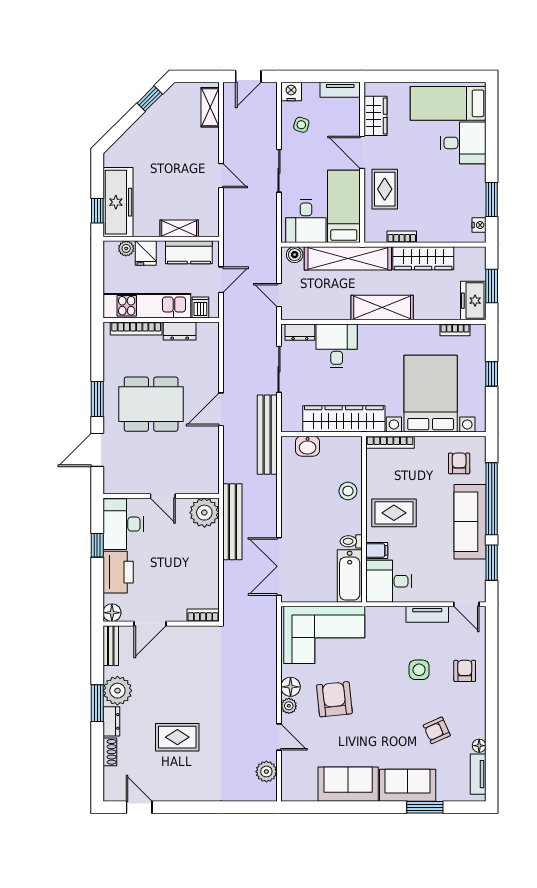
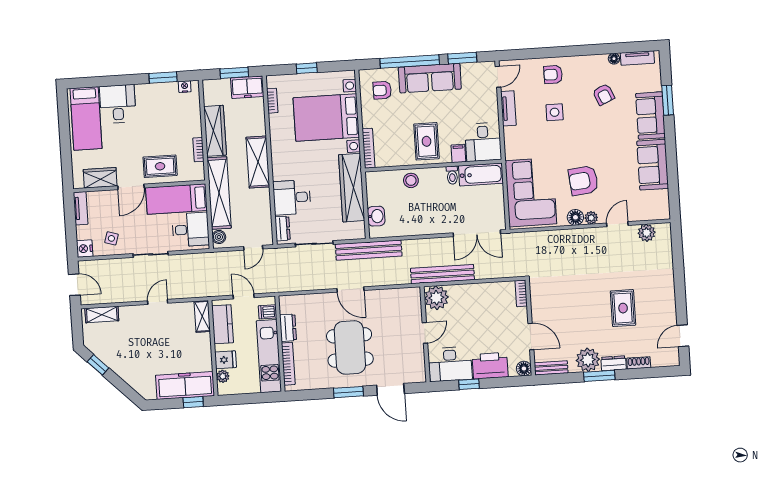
shelving: (179, 228) -> (202, 316), moved

